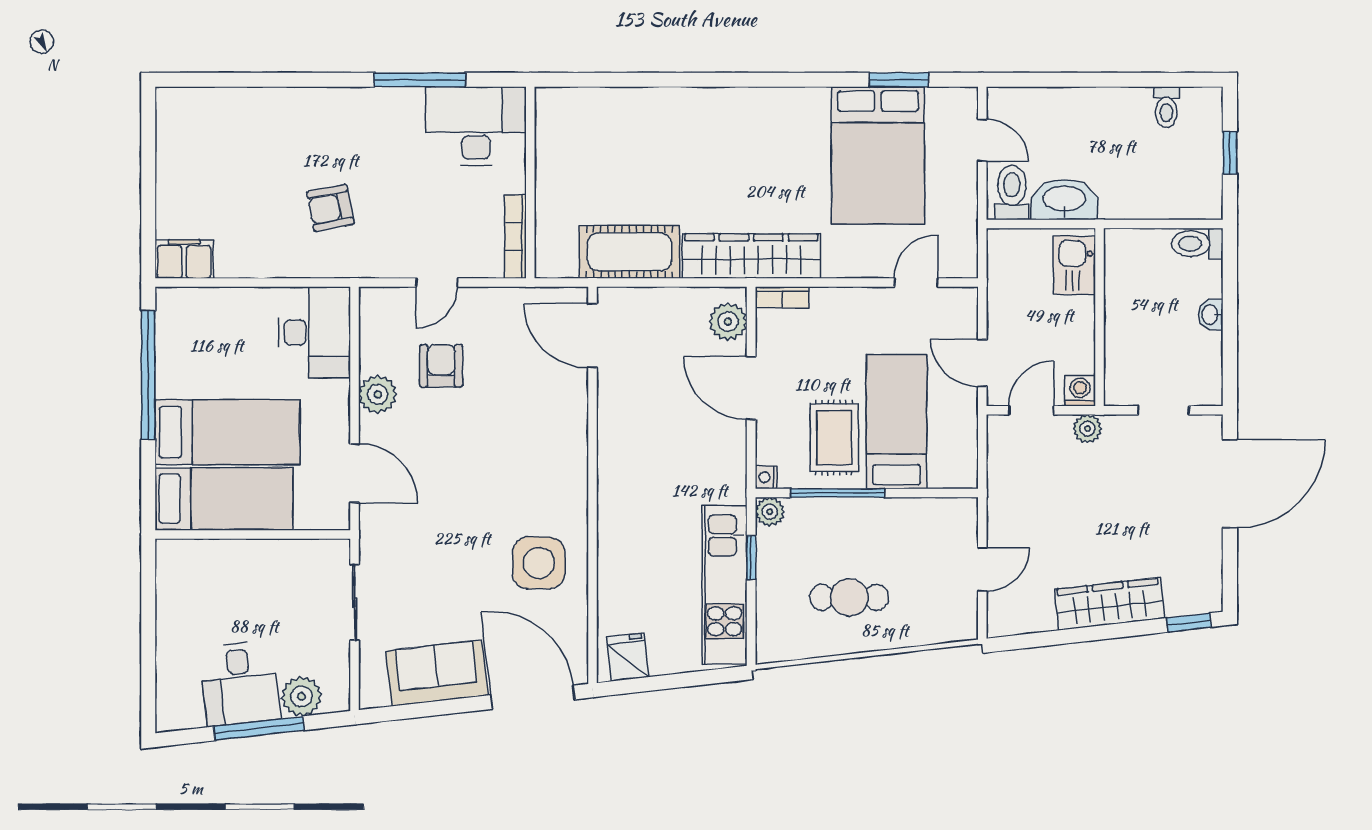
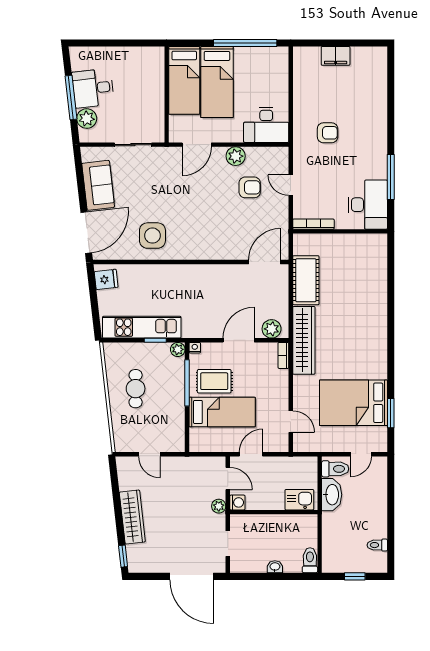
armchair: (330, 208) -> (328, 133), turned 101
filing cabinet: (184, 259) -> (336, 56), moved, turned 90

